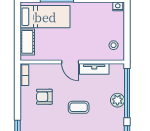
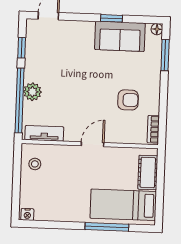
door: (70, 62) -> (93, 144), hinge flipped
tv unit: (94, 69) -> (44, 133), moved
coffee table: (79, 107) -> (84, 84), removed

